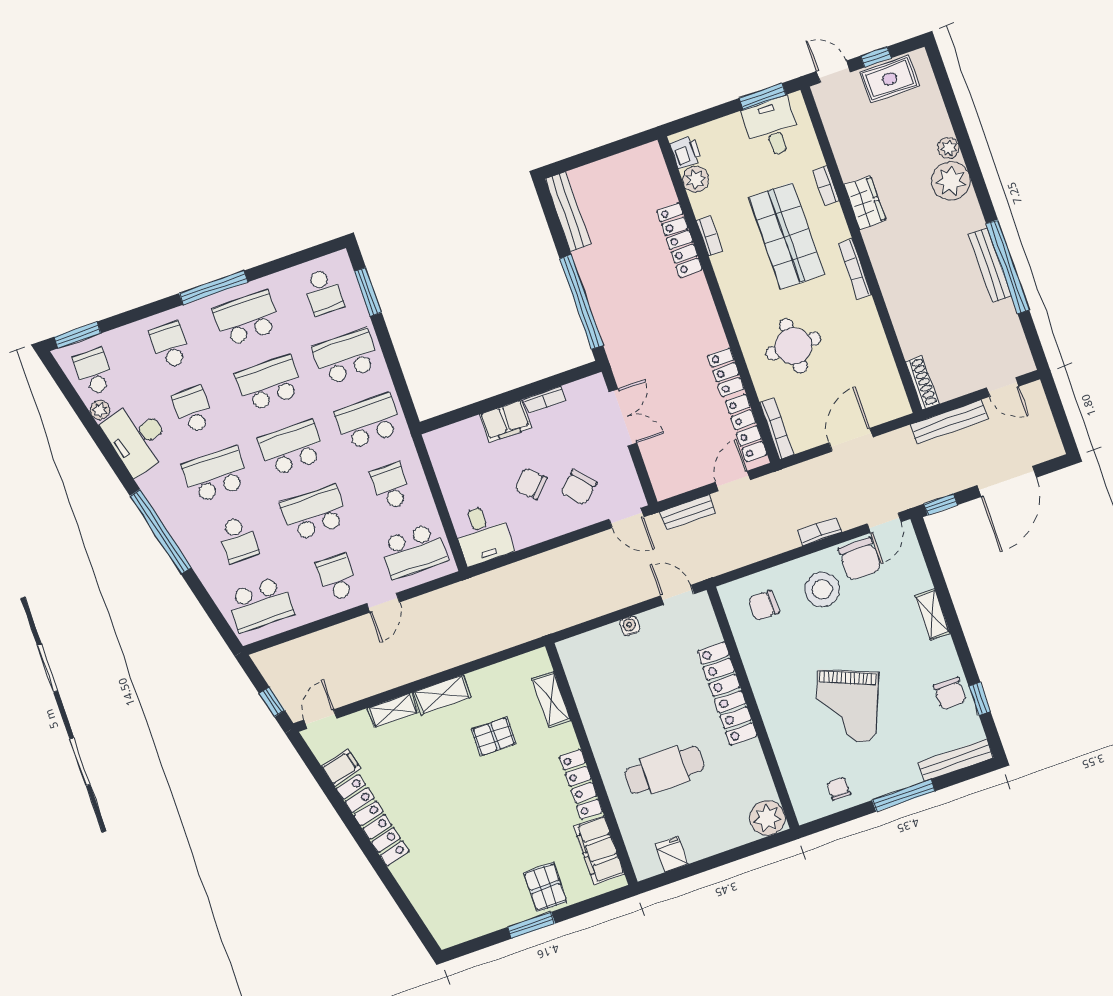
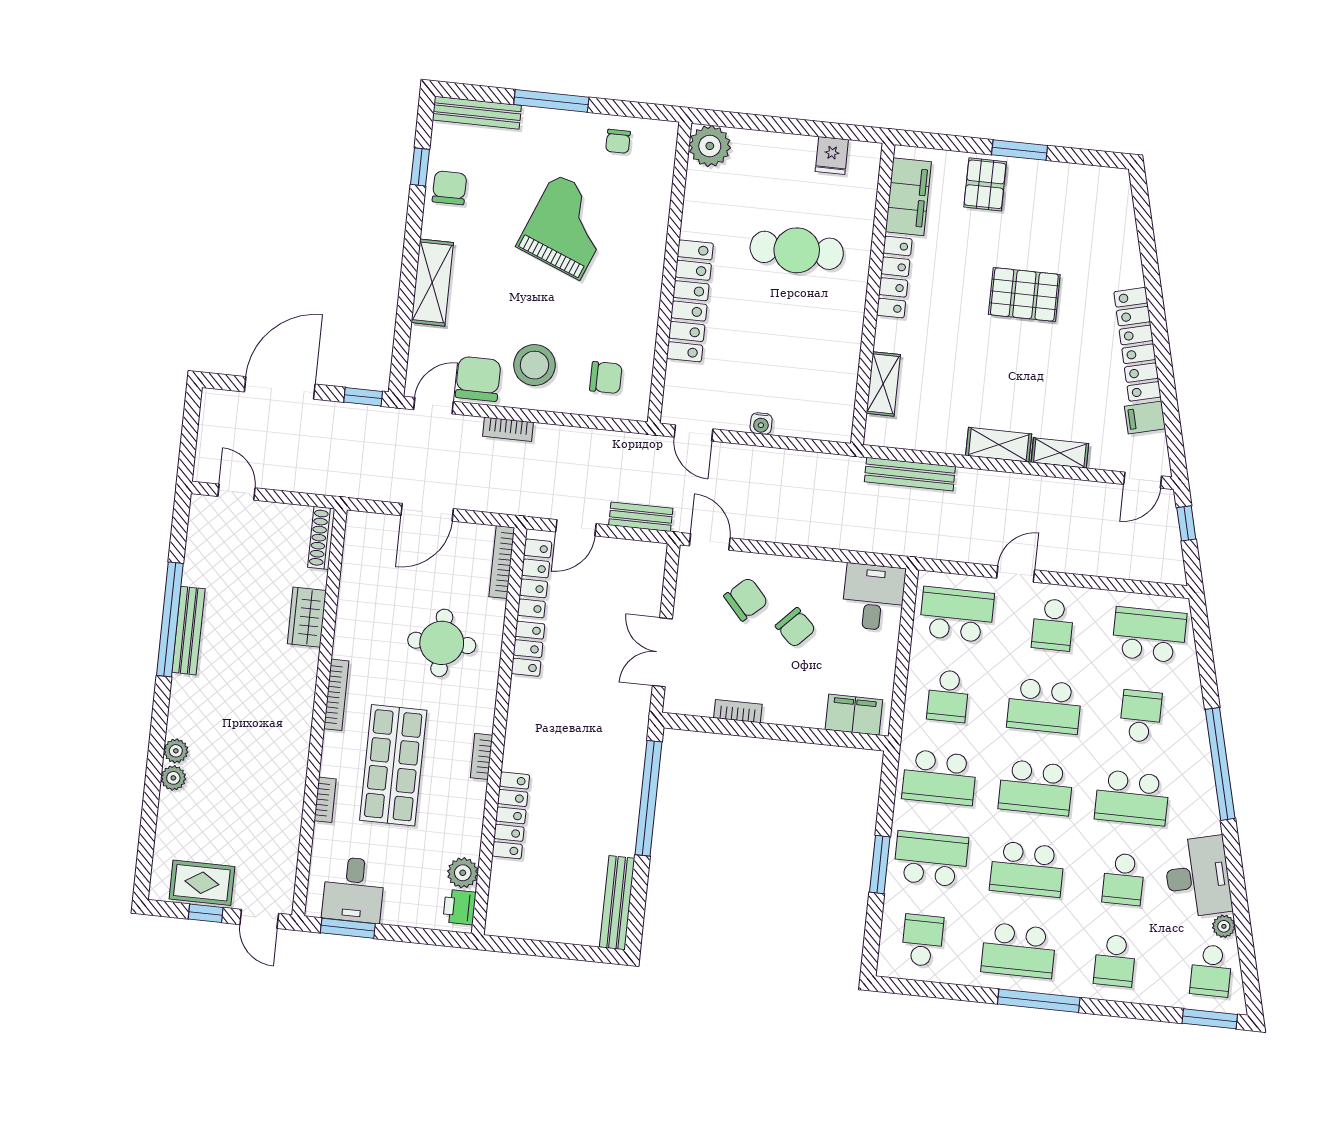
plant: (951, 181) -> (176, 751), width x0.53, depth x0.53
wardrobe: (865, 203) -> (307, 617), moved
bookcase: (709, 236) -> (482, 756), moved
window: (368, 292) -> (880, 865), moved
school desk: (346, 357) -> (931, 859), turned 180
filing cabinet: (505, 421) -> (854, 715), moved
bench: (949, 422) -> (910, 474), moved
shelving: (932, 614) -> (432, 283), width x1.50, depth x1.33
pallet: (494, 737) -> (1024, 295), moved, width x1.50, depth x1.42

